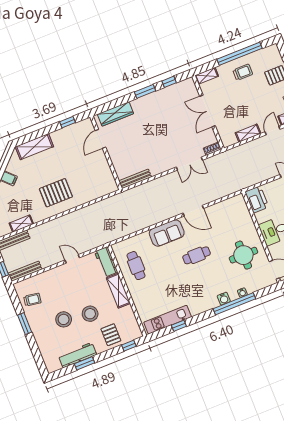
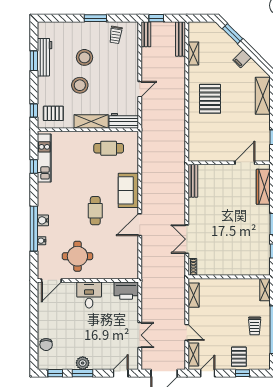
double door: (208, 111) -> (231, 277), removed
shelving: (248, 133) -> (194, 295), moved
door: (101, 139) -> (245, 163), hinge flipped
bench: (25, 271) -> (146, 34), width x0.73
pallet: (111, 335) -> (53, 113), moved

